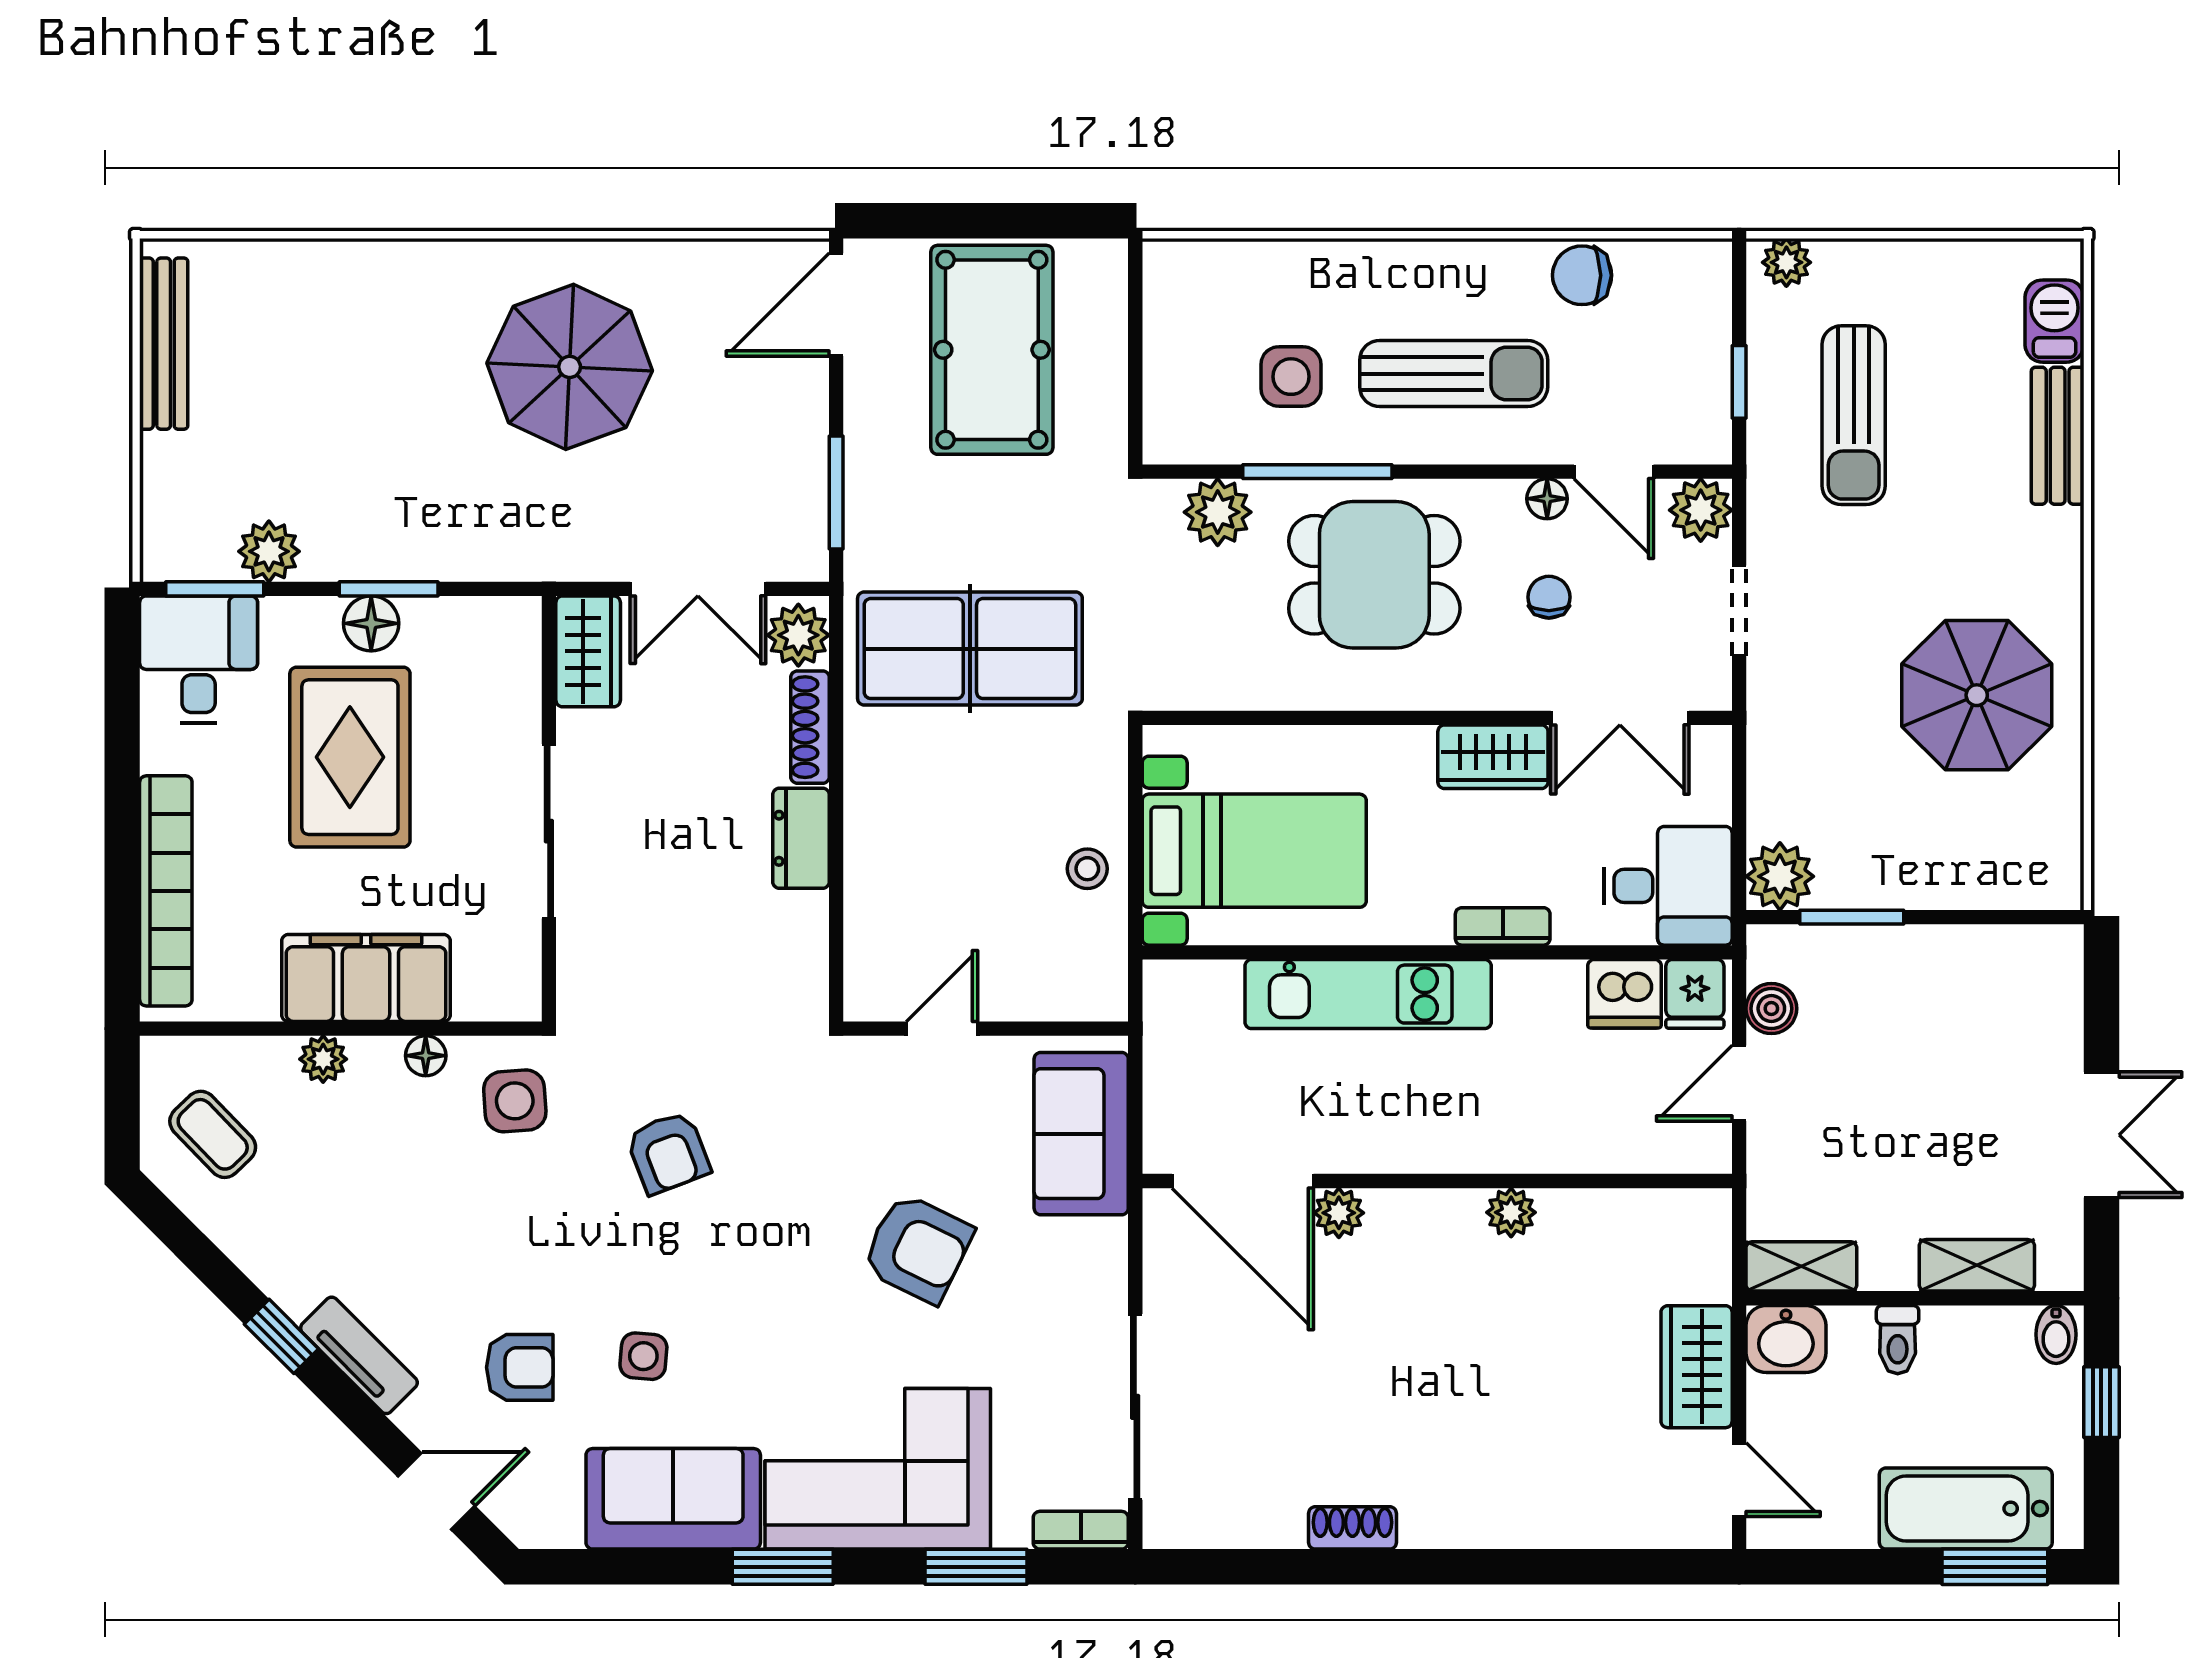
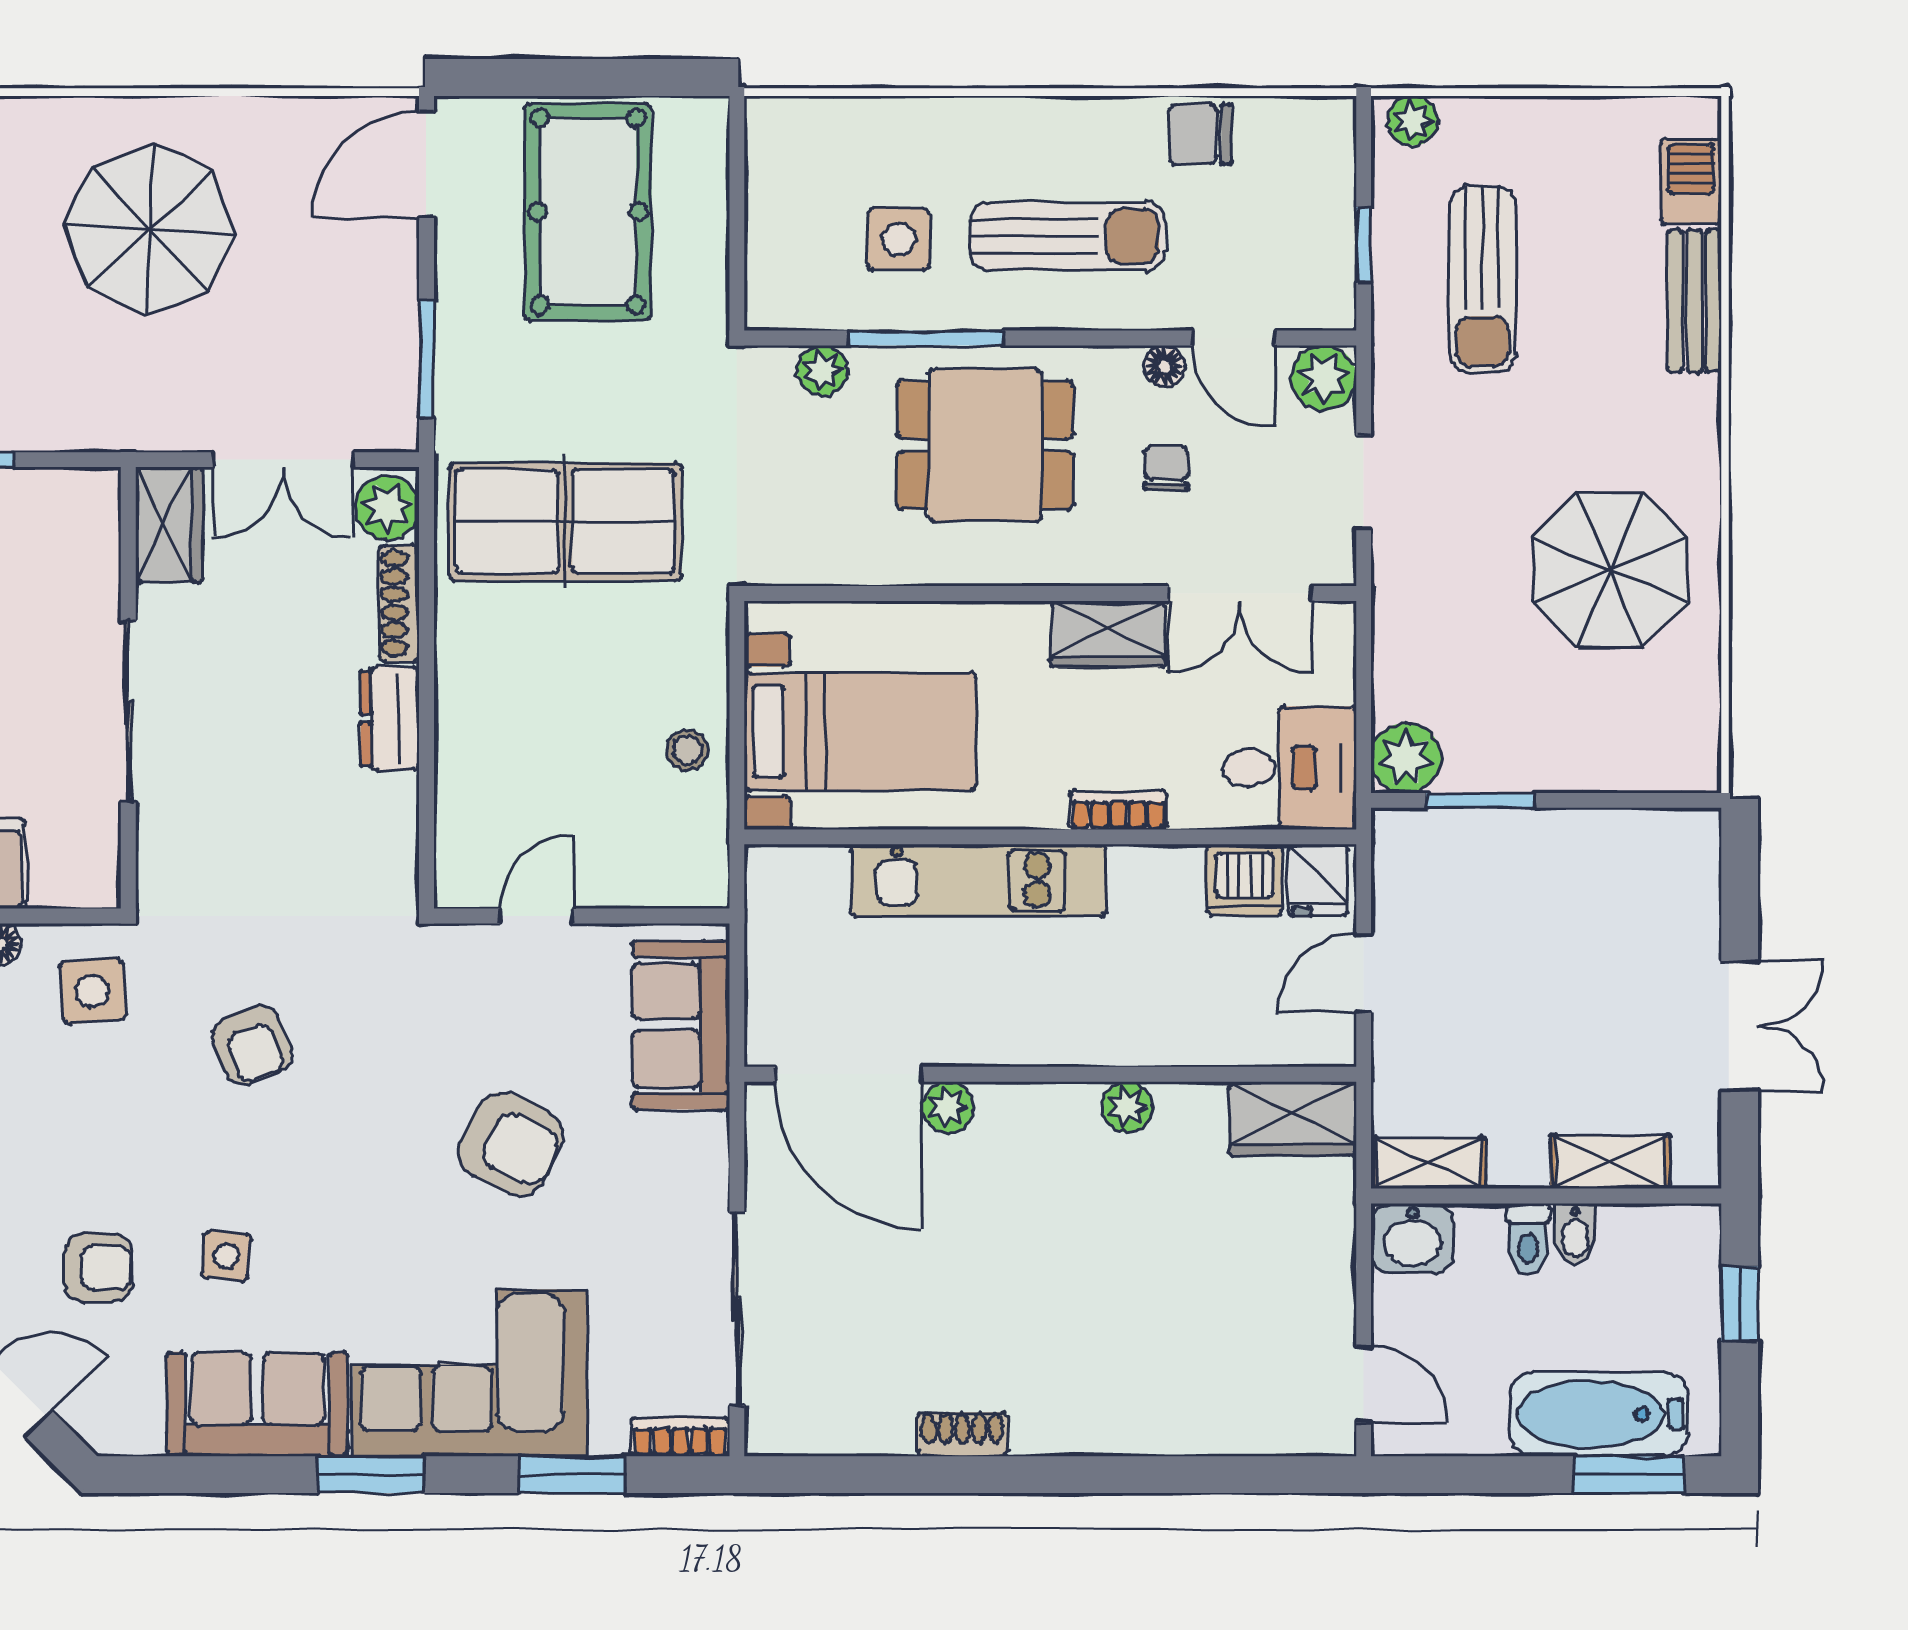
plant: (1218, 512) -> (822, 371), width x0.73, depth x0.73
boiler: (1771, 1009) -> (1397, 895), removed
bidet: (2056, 1334) -> (1575, 1234), moved
wardrobe: (1697, 1367) -> (1293, 1118), moved, turned -90

